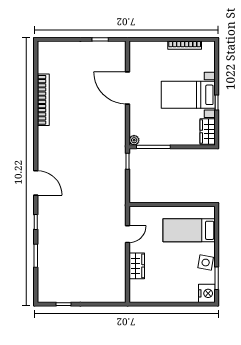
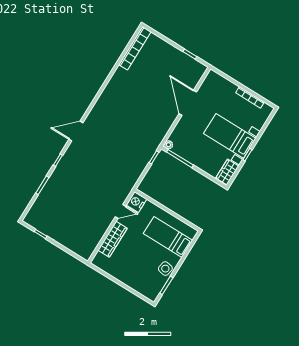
bookcase: (43, 100) -> (135, 48), moved
door: (36, 183) -> (76, 131), swing flipped
wardrobe: (137, 266) -> (113, 239), width x1.50
nightstand: (207, 293) -> (136, 202), moved, turned 180

